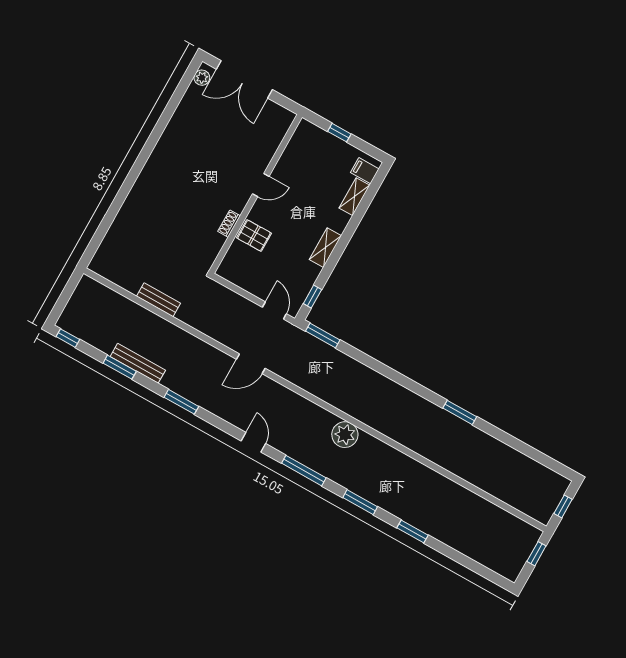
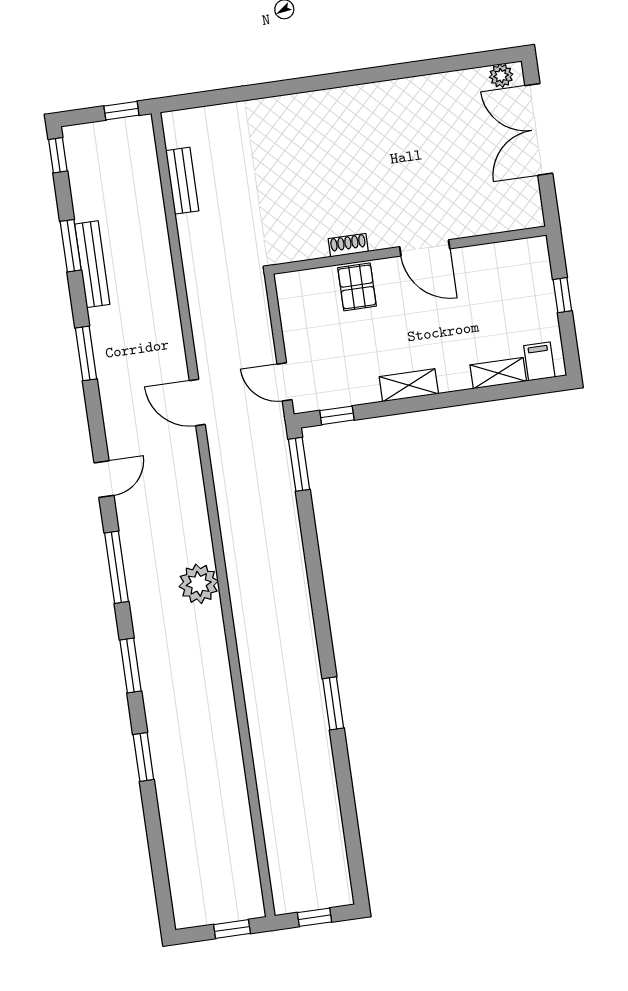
door: (261, 185) -> (425, 248), width x1.38
window: (70, 288) -> (121, 111), added
bench: (159, 300) -> (182, 181), moved
door: (274, 310) -> (284, 382), swing flipped

